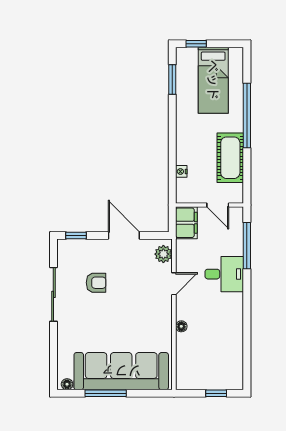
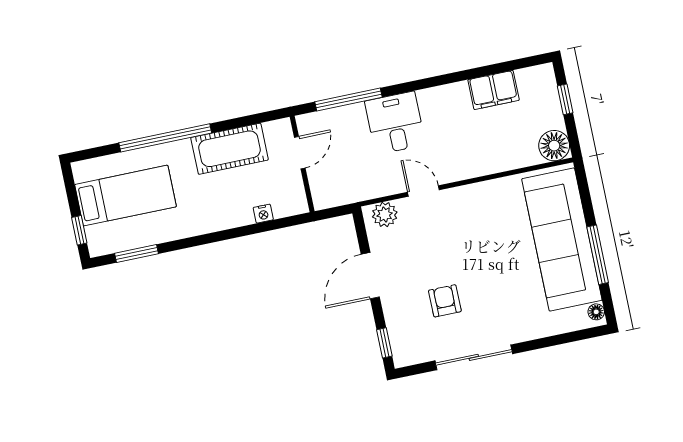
filing cabinet: (186, 223) -> (494, 90), moved, turned 180
floor lamp: (181, 326) -> (554, 146), moved, width x1.89, depth x1.89

